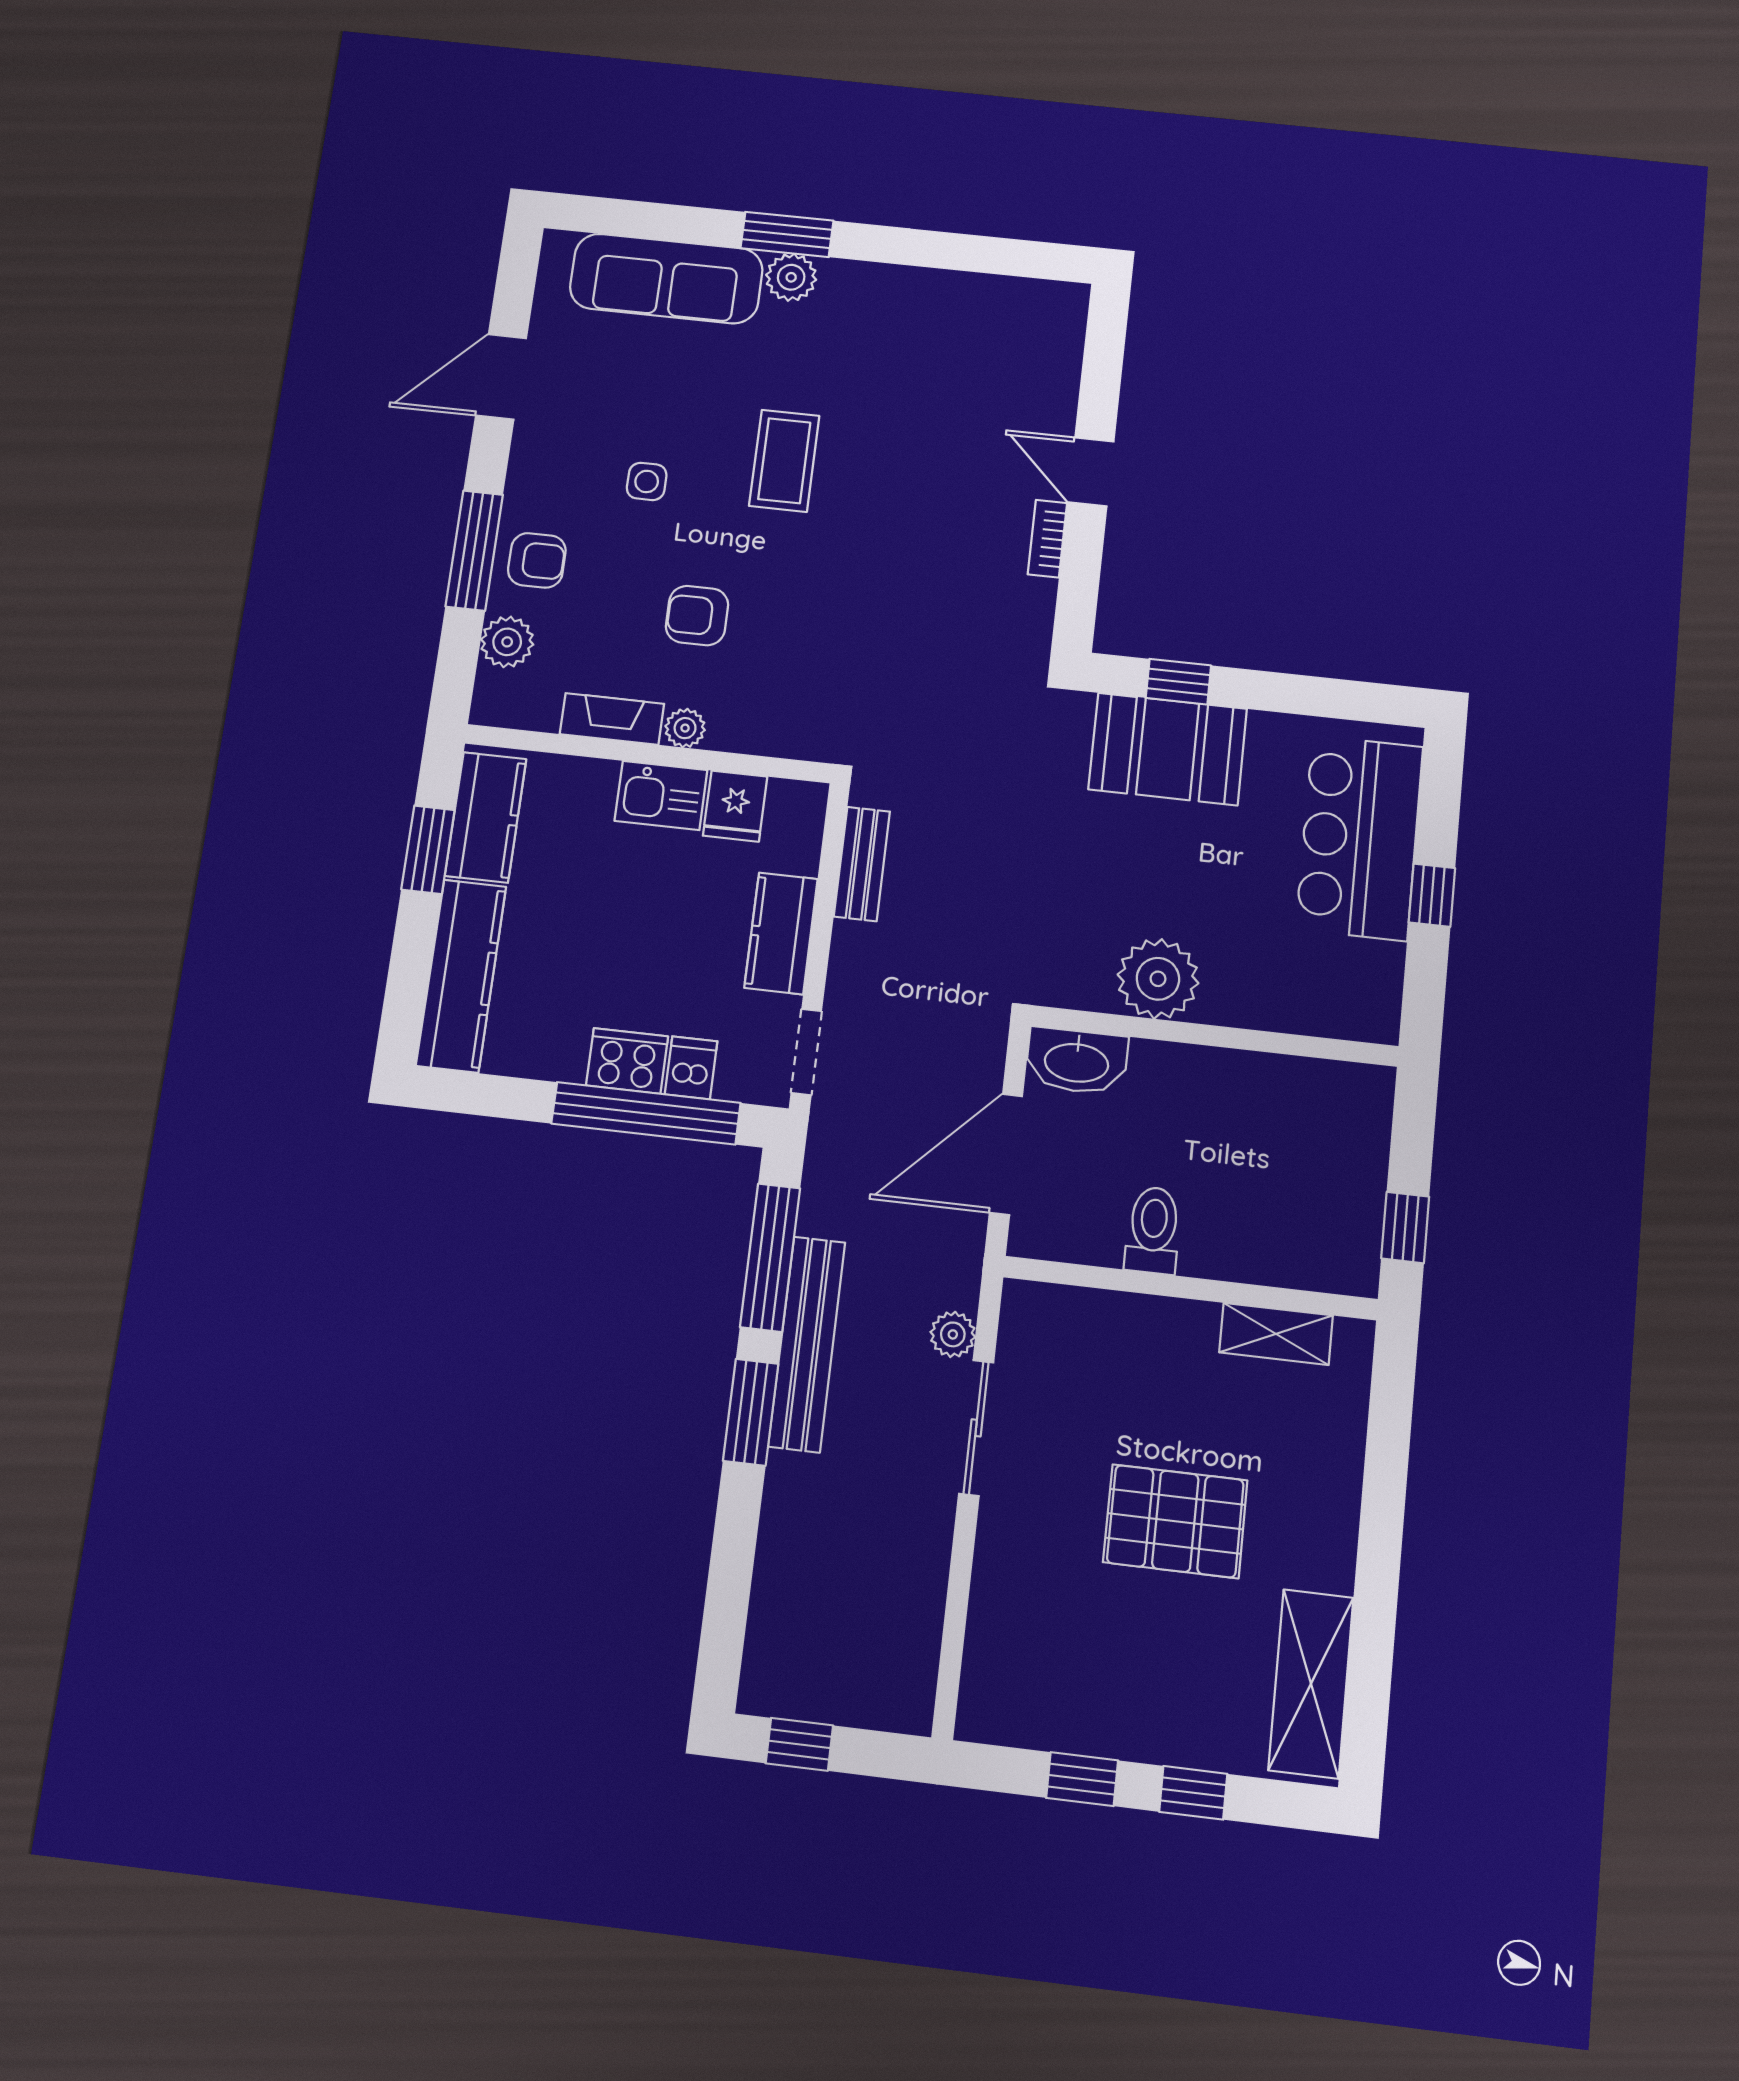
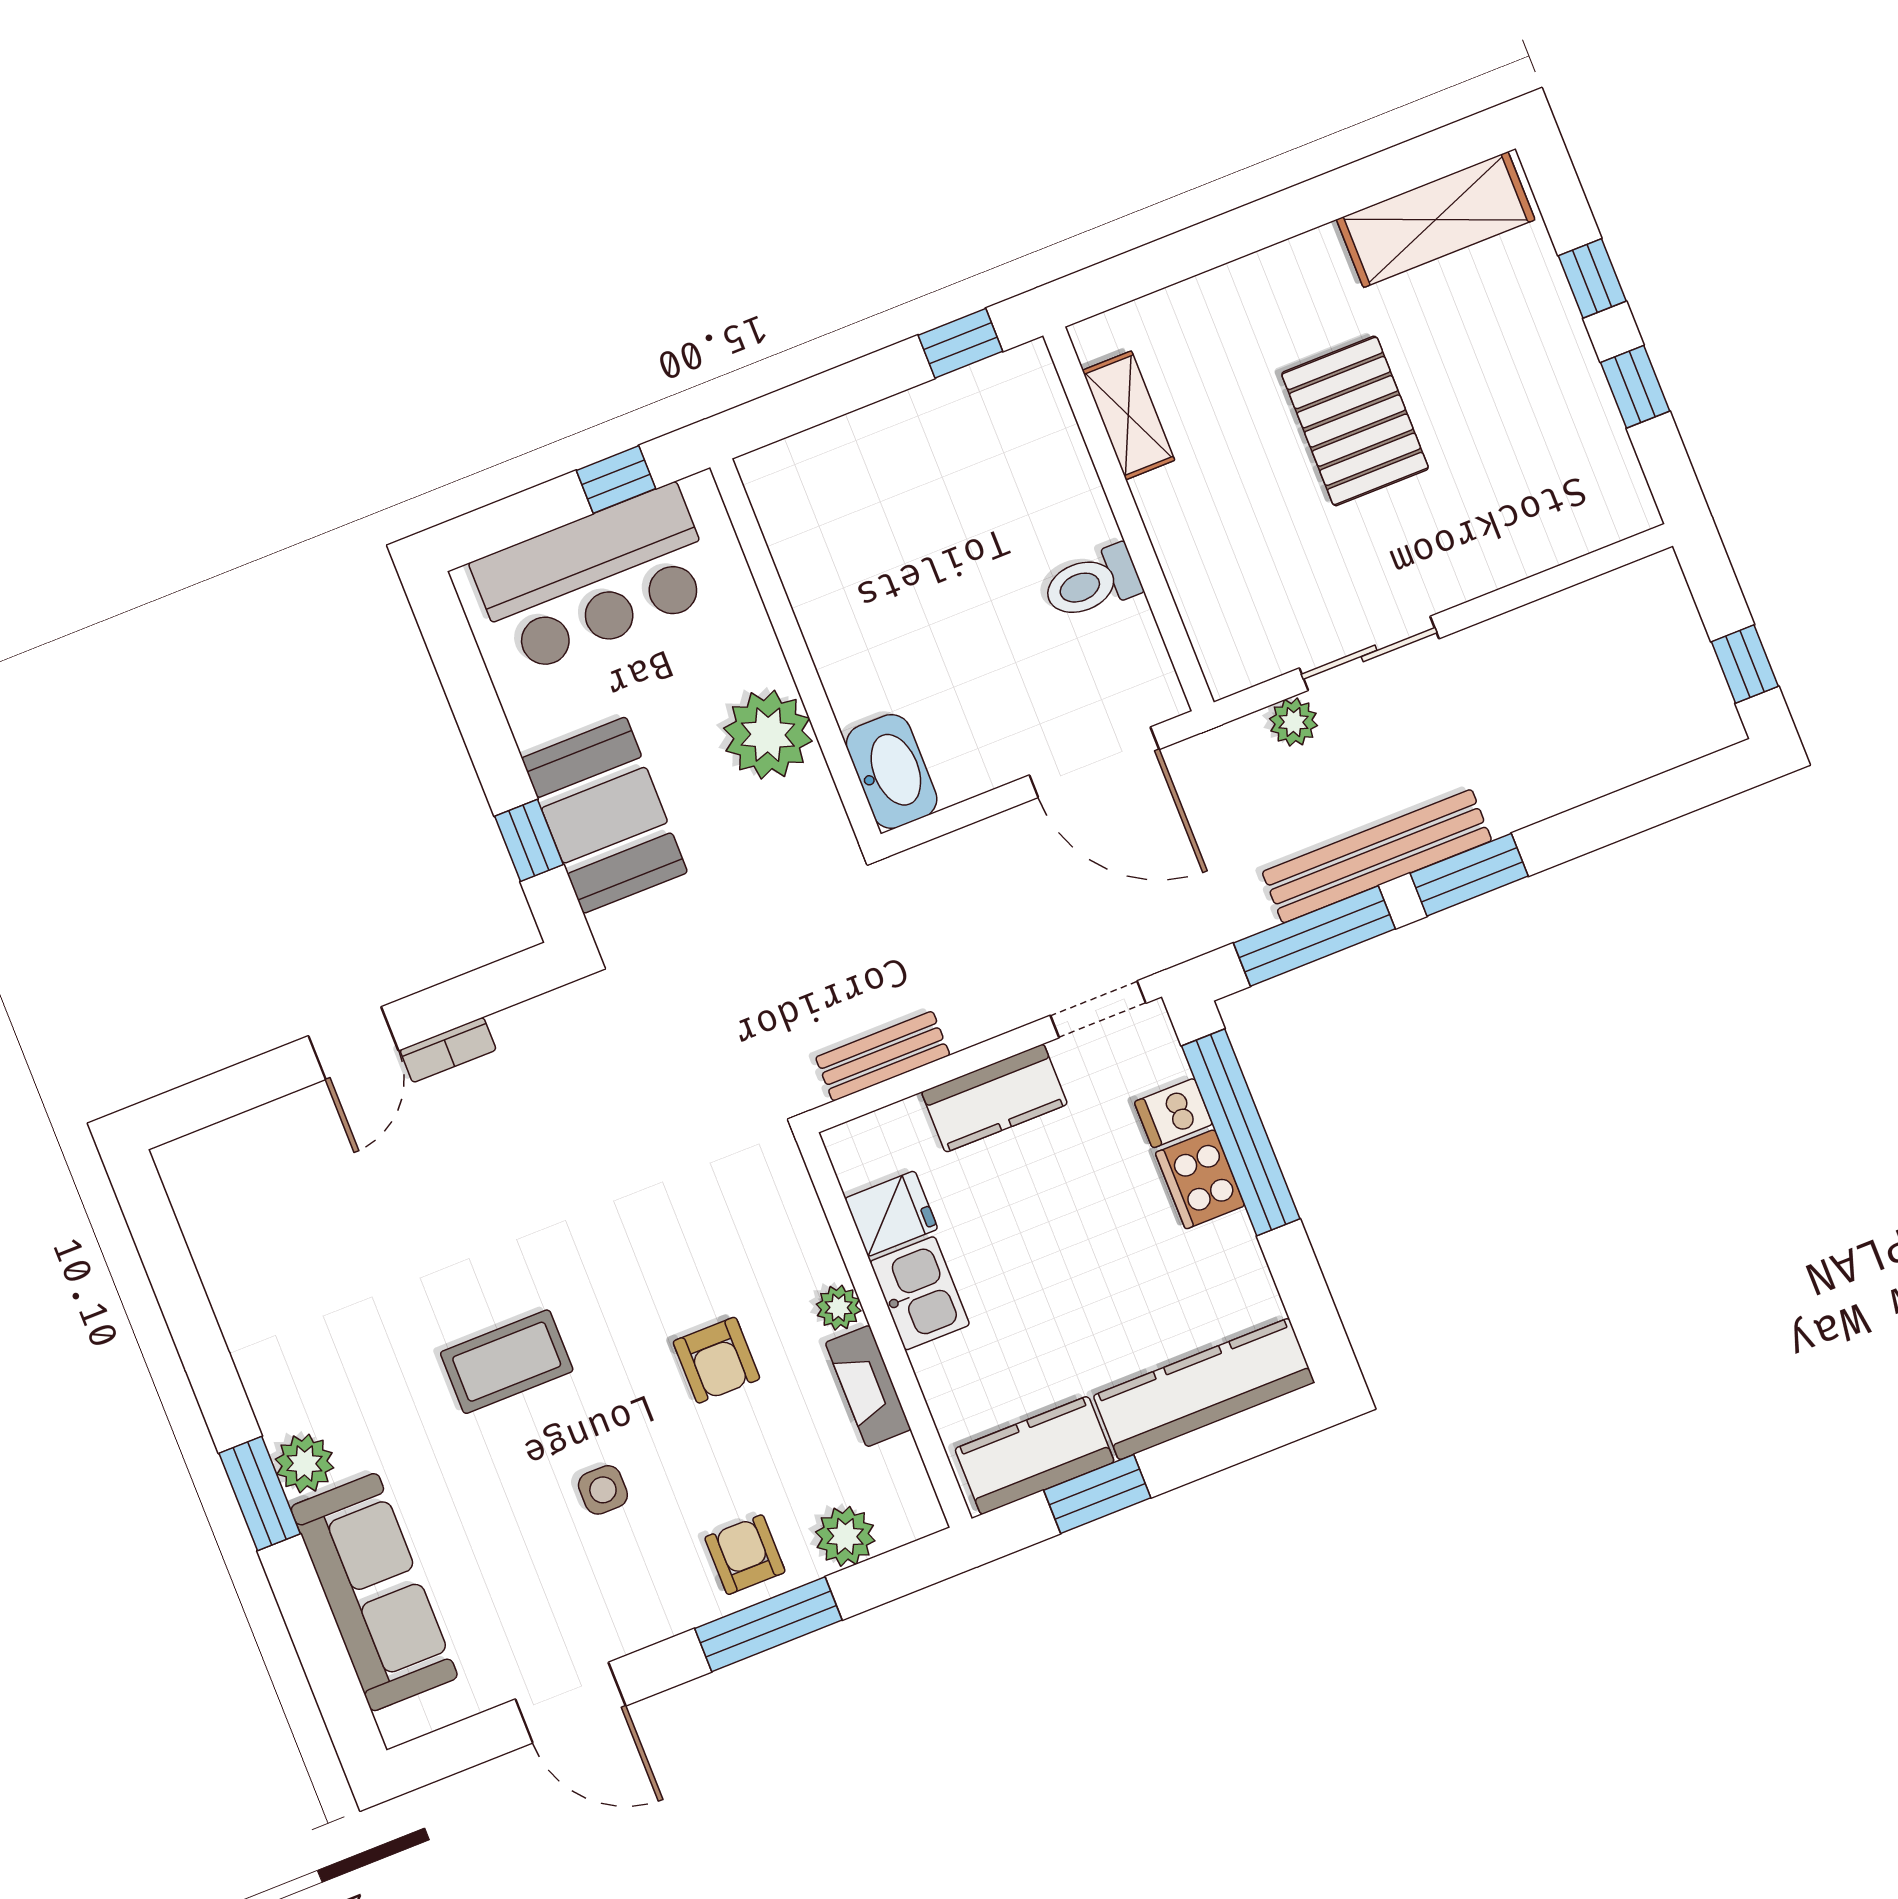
plant: (1158, 979) -> (768, 735), moved
wall: (1214, 1036) -> (796, 651), moved
washbasin: (1077, 1061) -> (892, 771), moved

